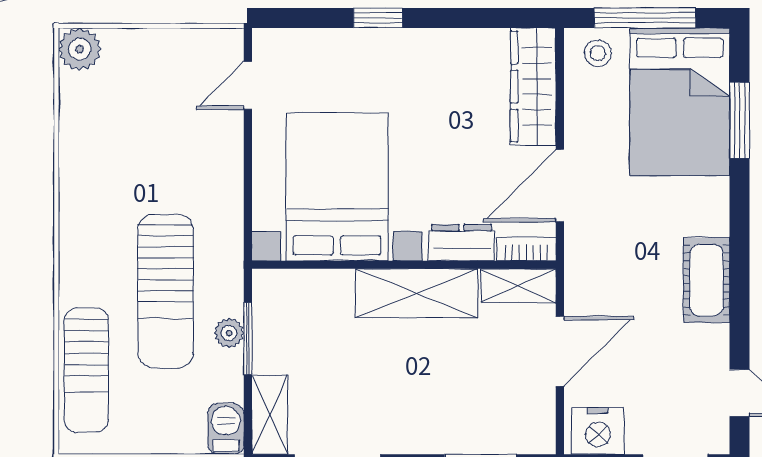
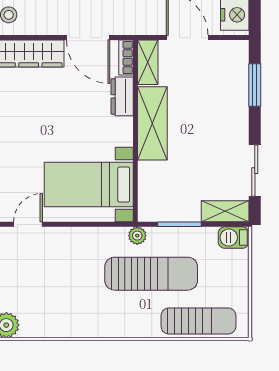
door: (248, 85) -> (28, 224), swing flipped
bed with nightstands: (337, 187) -> (89, 185), width x0.73
plant: (229, 333) -> (137, 236), moved

